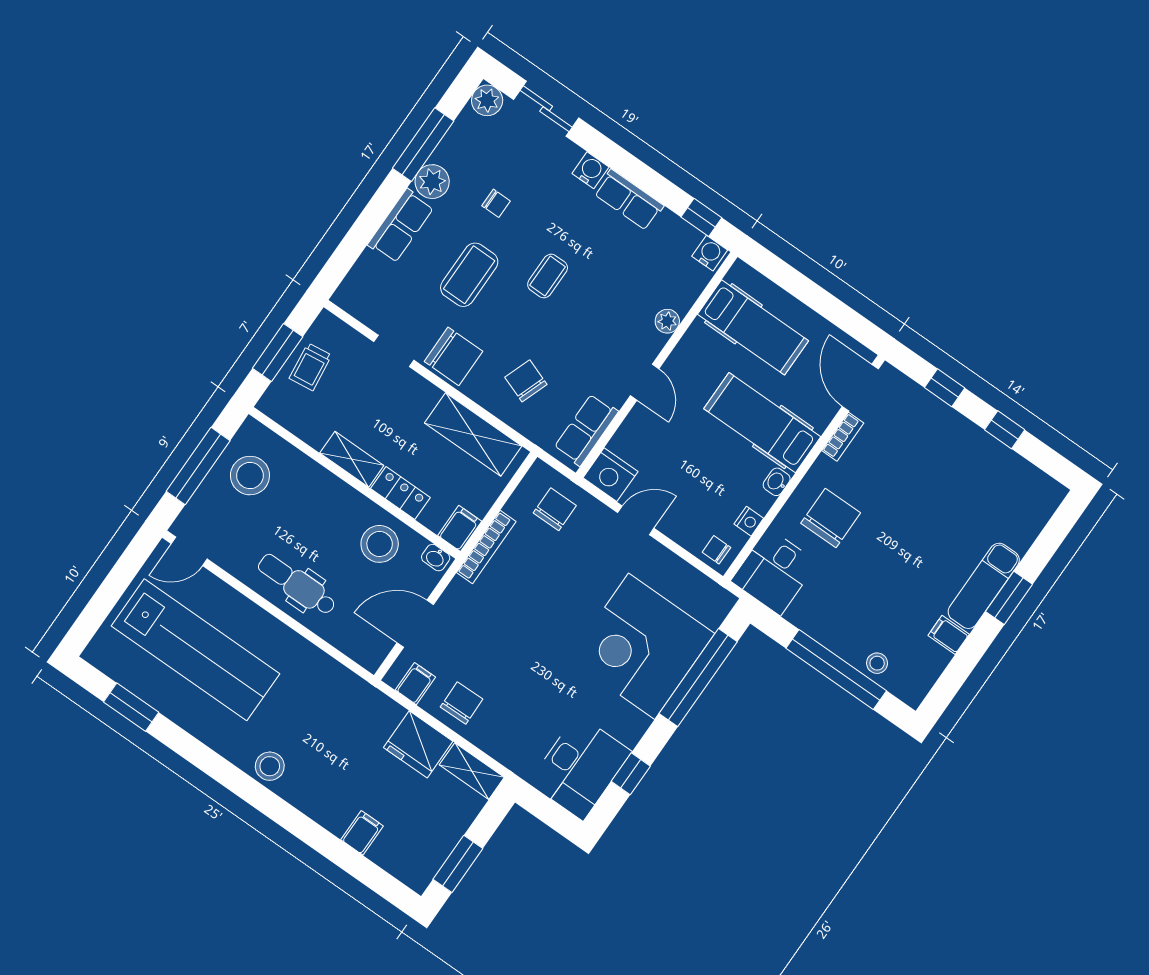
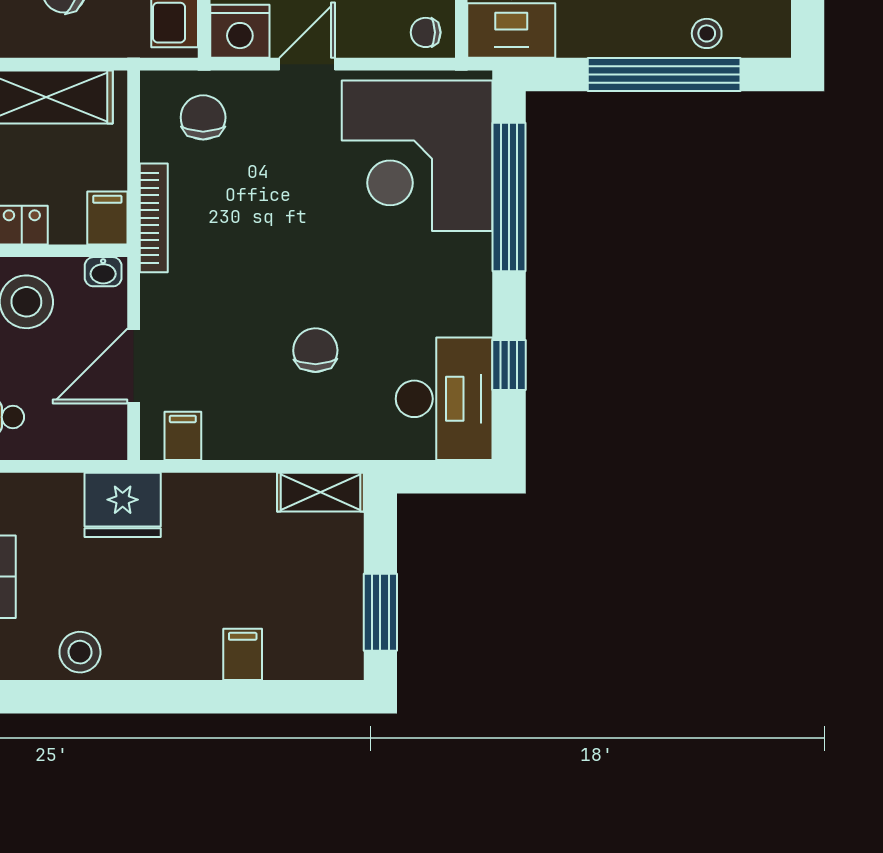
corner desk: (642, 646) -> (417, 156), moved
chair: (462, 703) -> (315, 350), moved
fridge: (418, 744) -> (123, 505), moved

